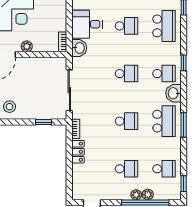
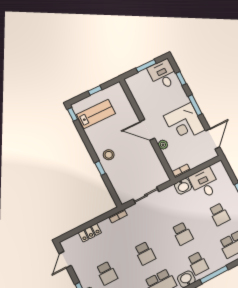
window: (184, 63) -> (214, 275), width x2.17
sliding door: (69, 90) -> (146, 195), width x0.73
window: (43, 122) -> (100, 168), moved
locker: (78, 152) -> (90, 233), moved

